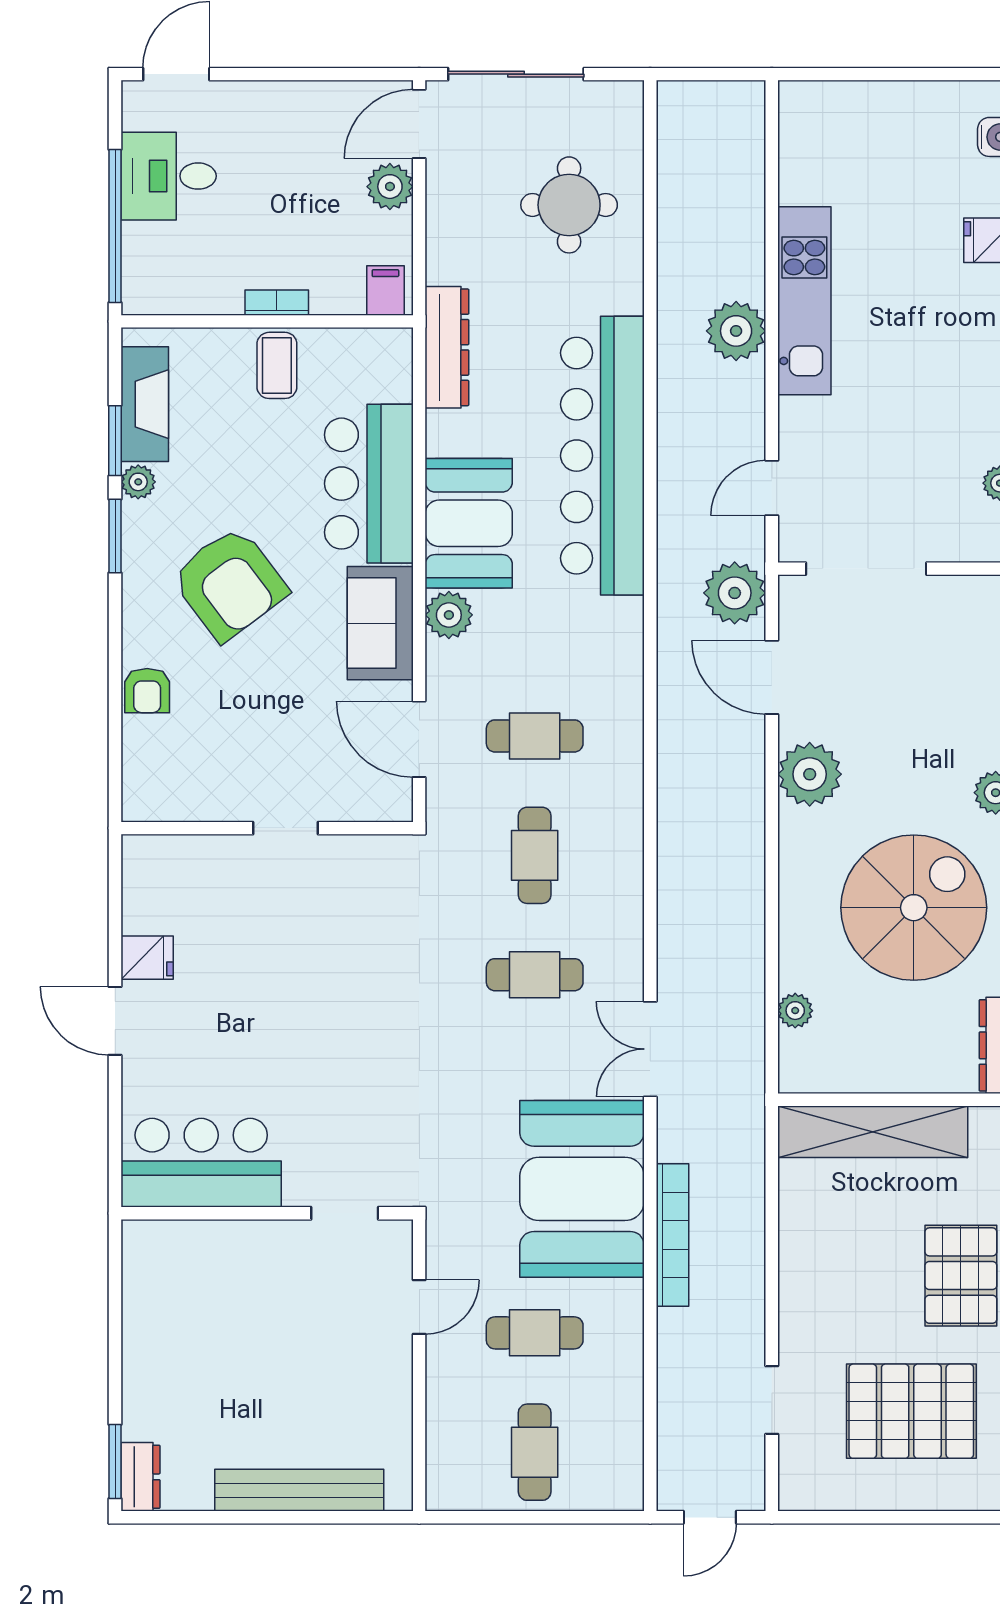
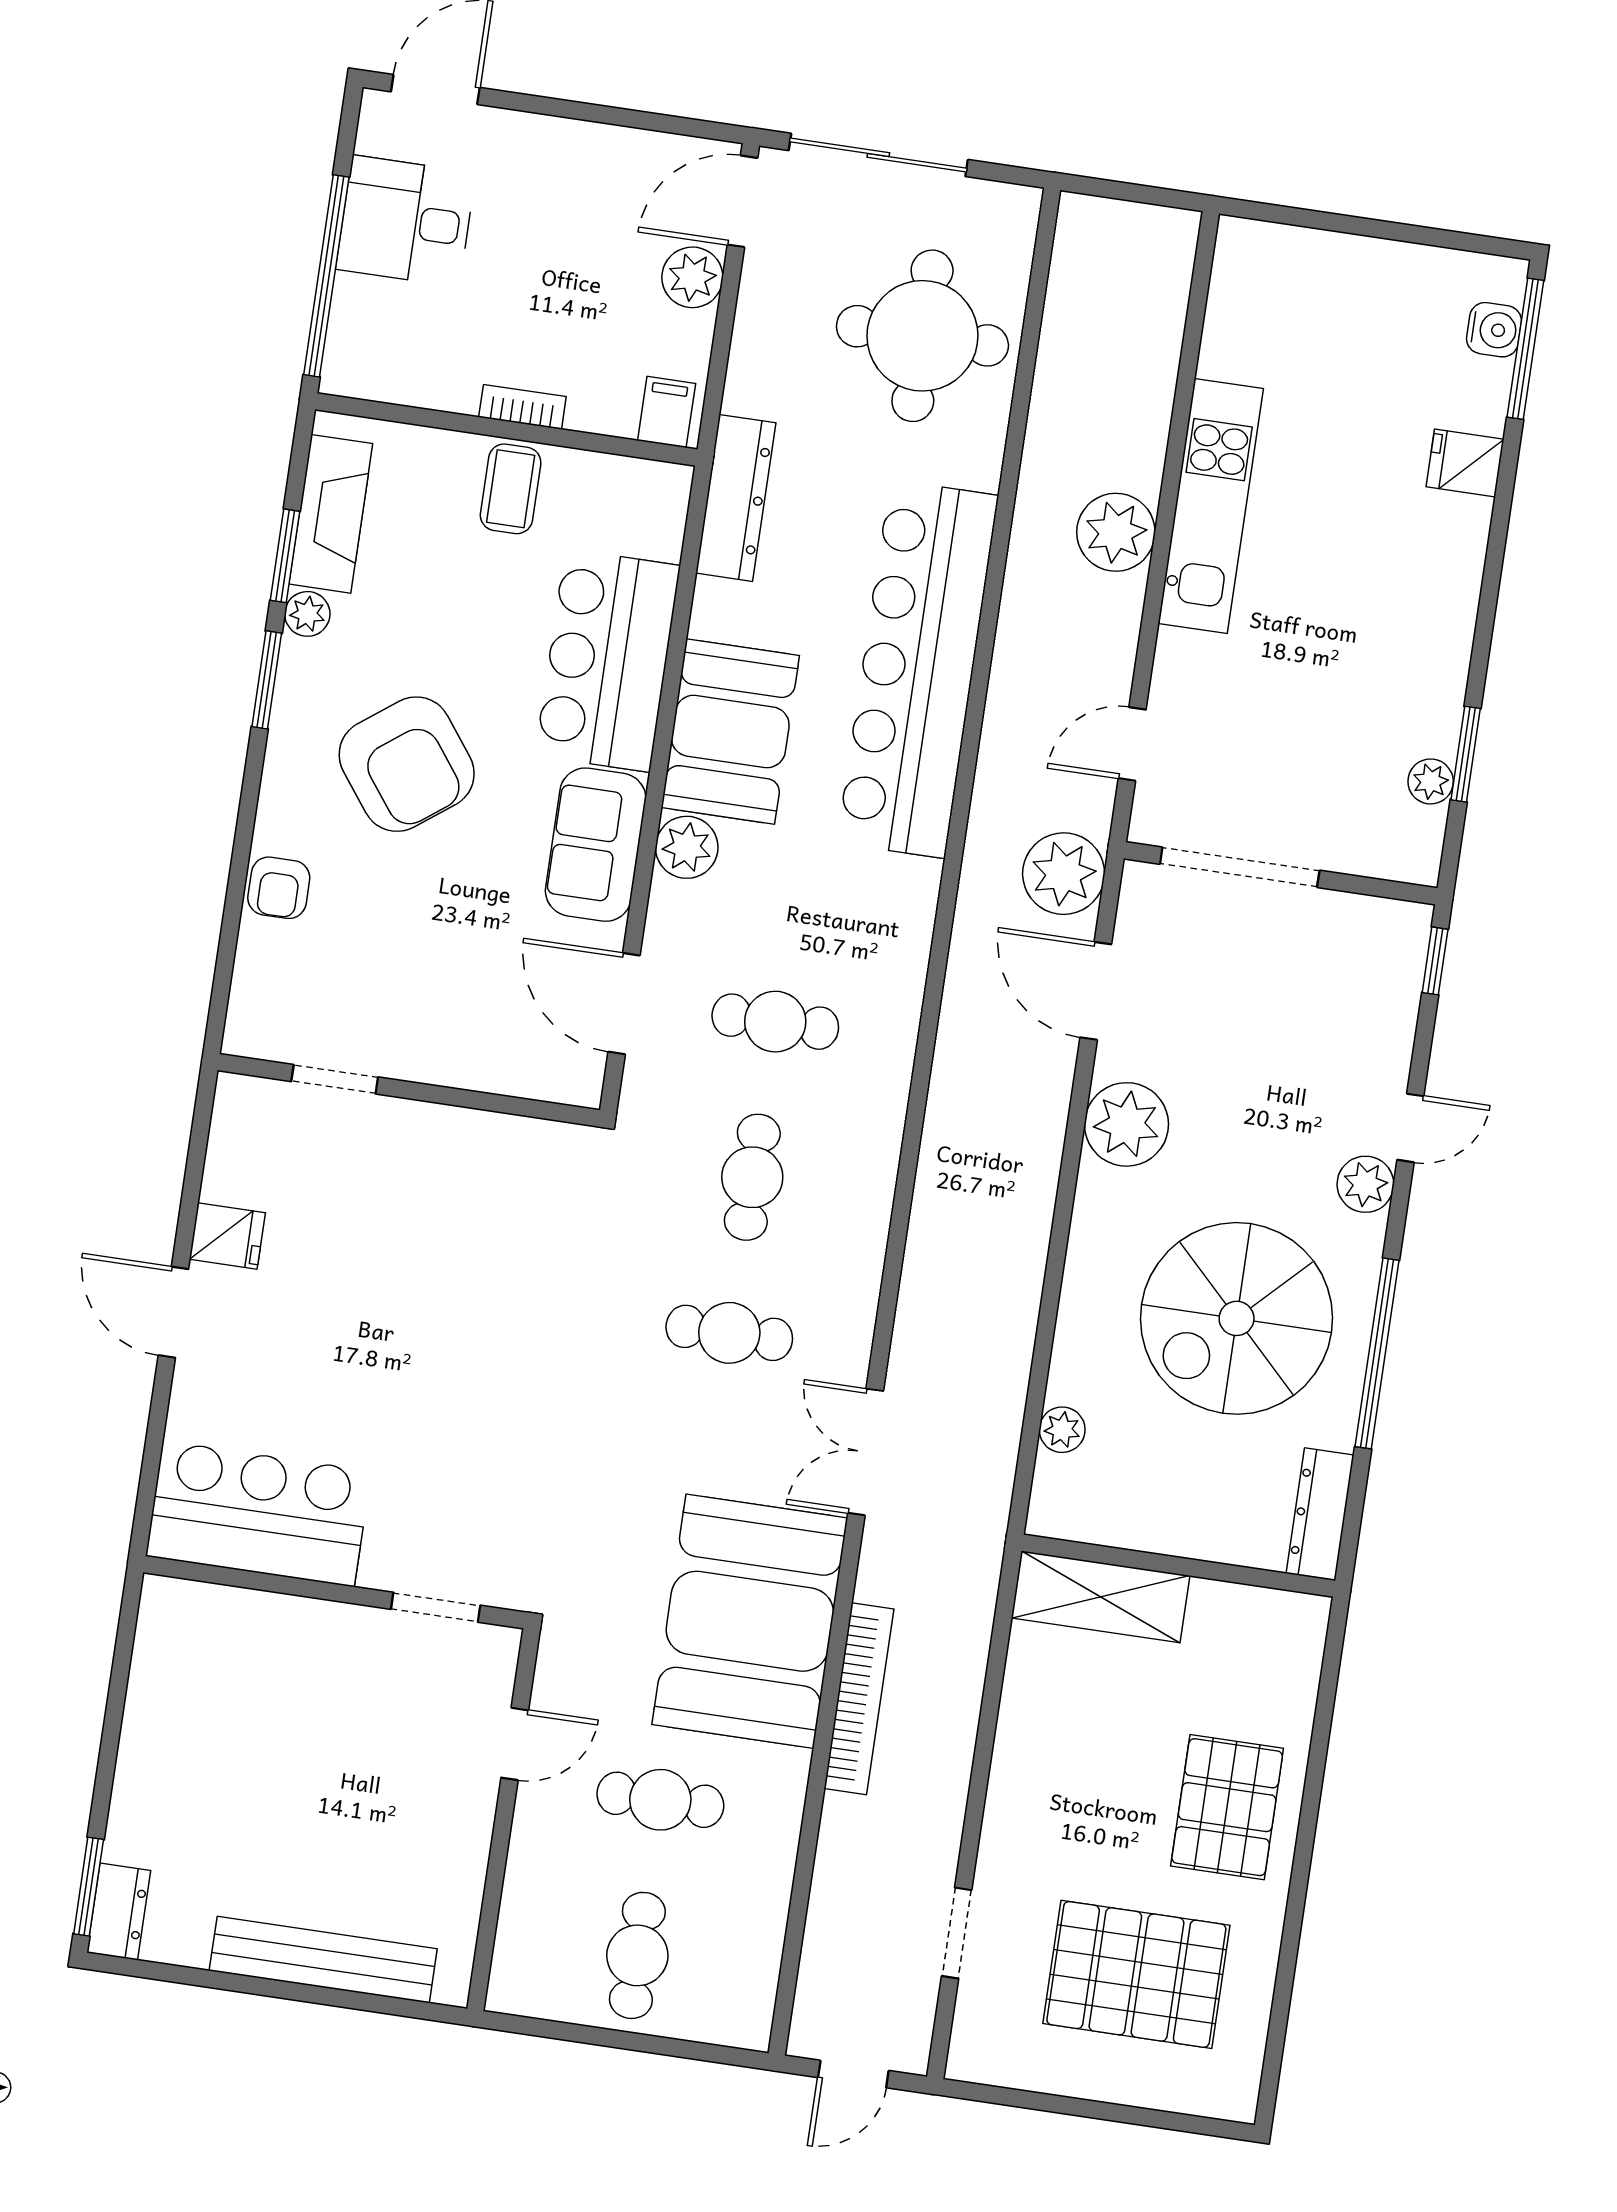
round table: (569, 205) -> (922, 336), width x1.36, depth x1.36
doorway: (285, 828) -> (335, 1079), moved
spiral stairs: (914, 908) -> (1237, 1318), turned 180
shelving: (873, 1132) -> (1101, 1597), width x0.68

